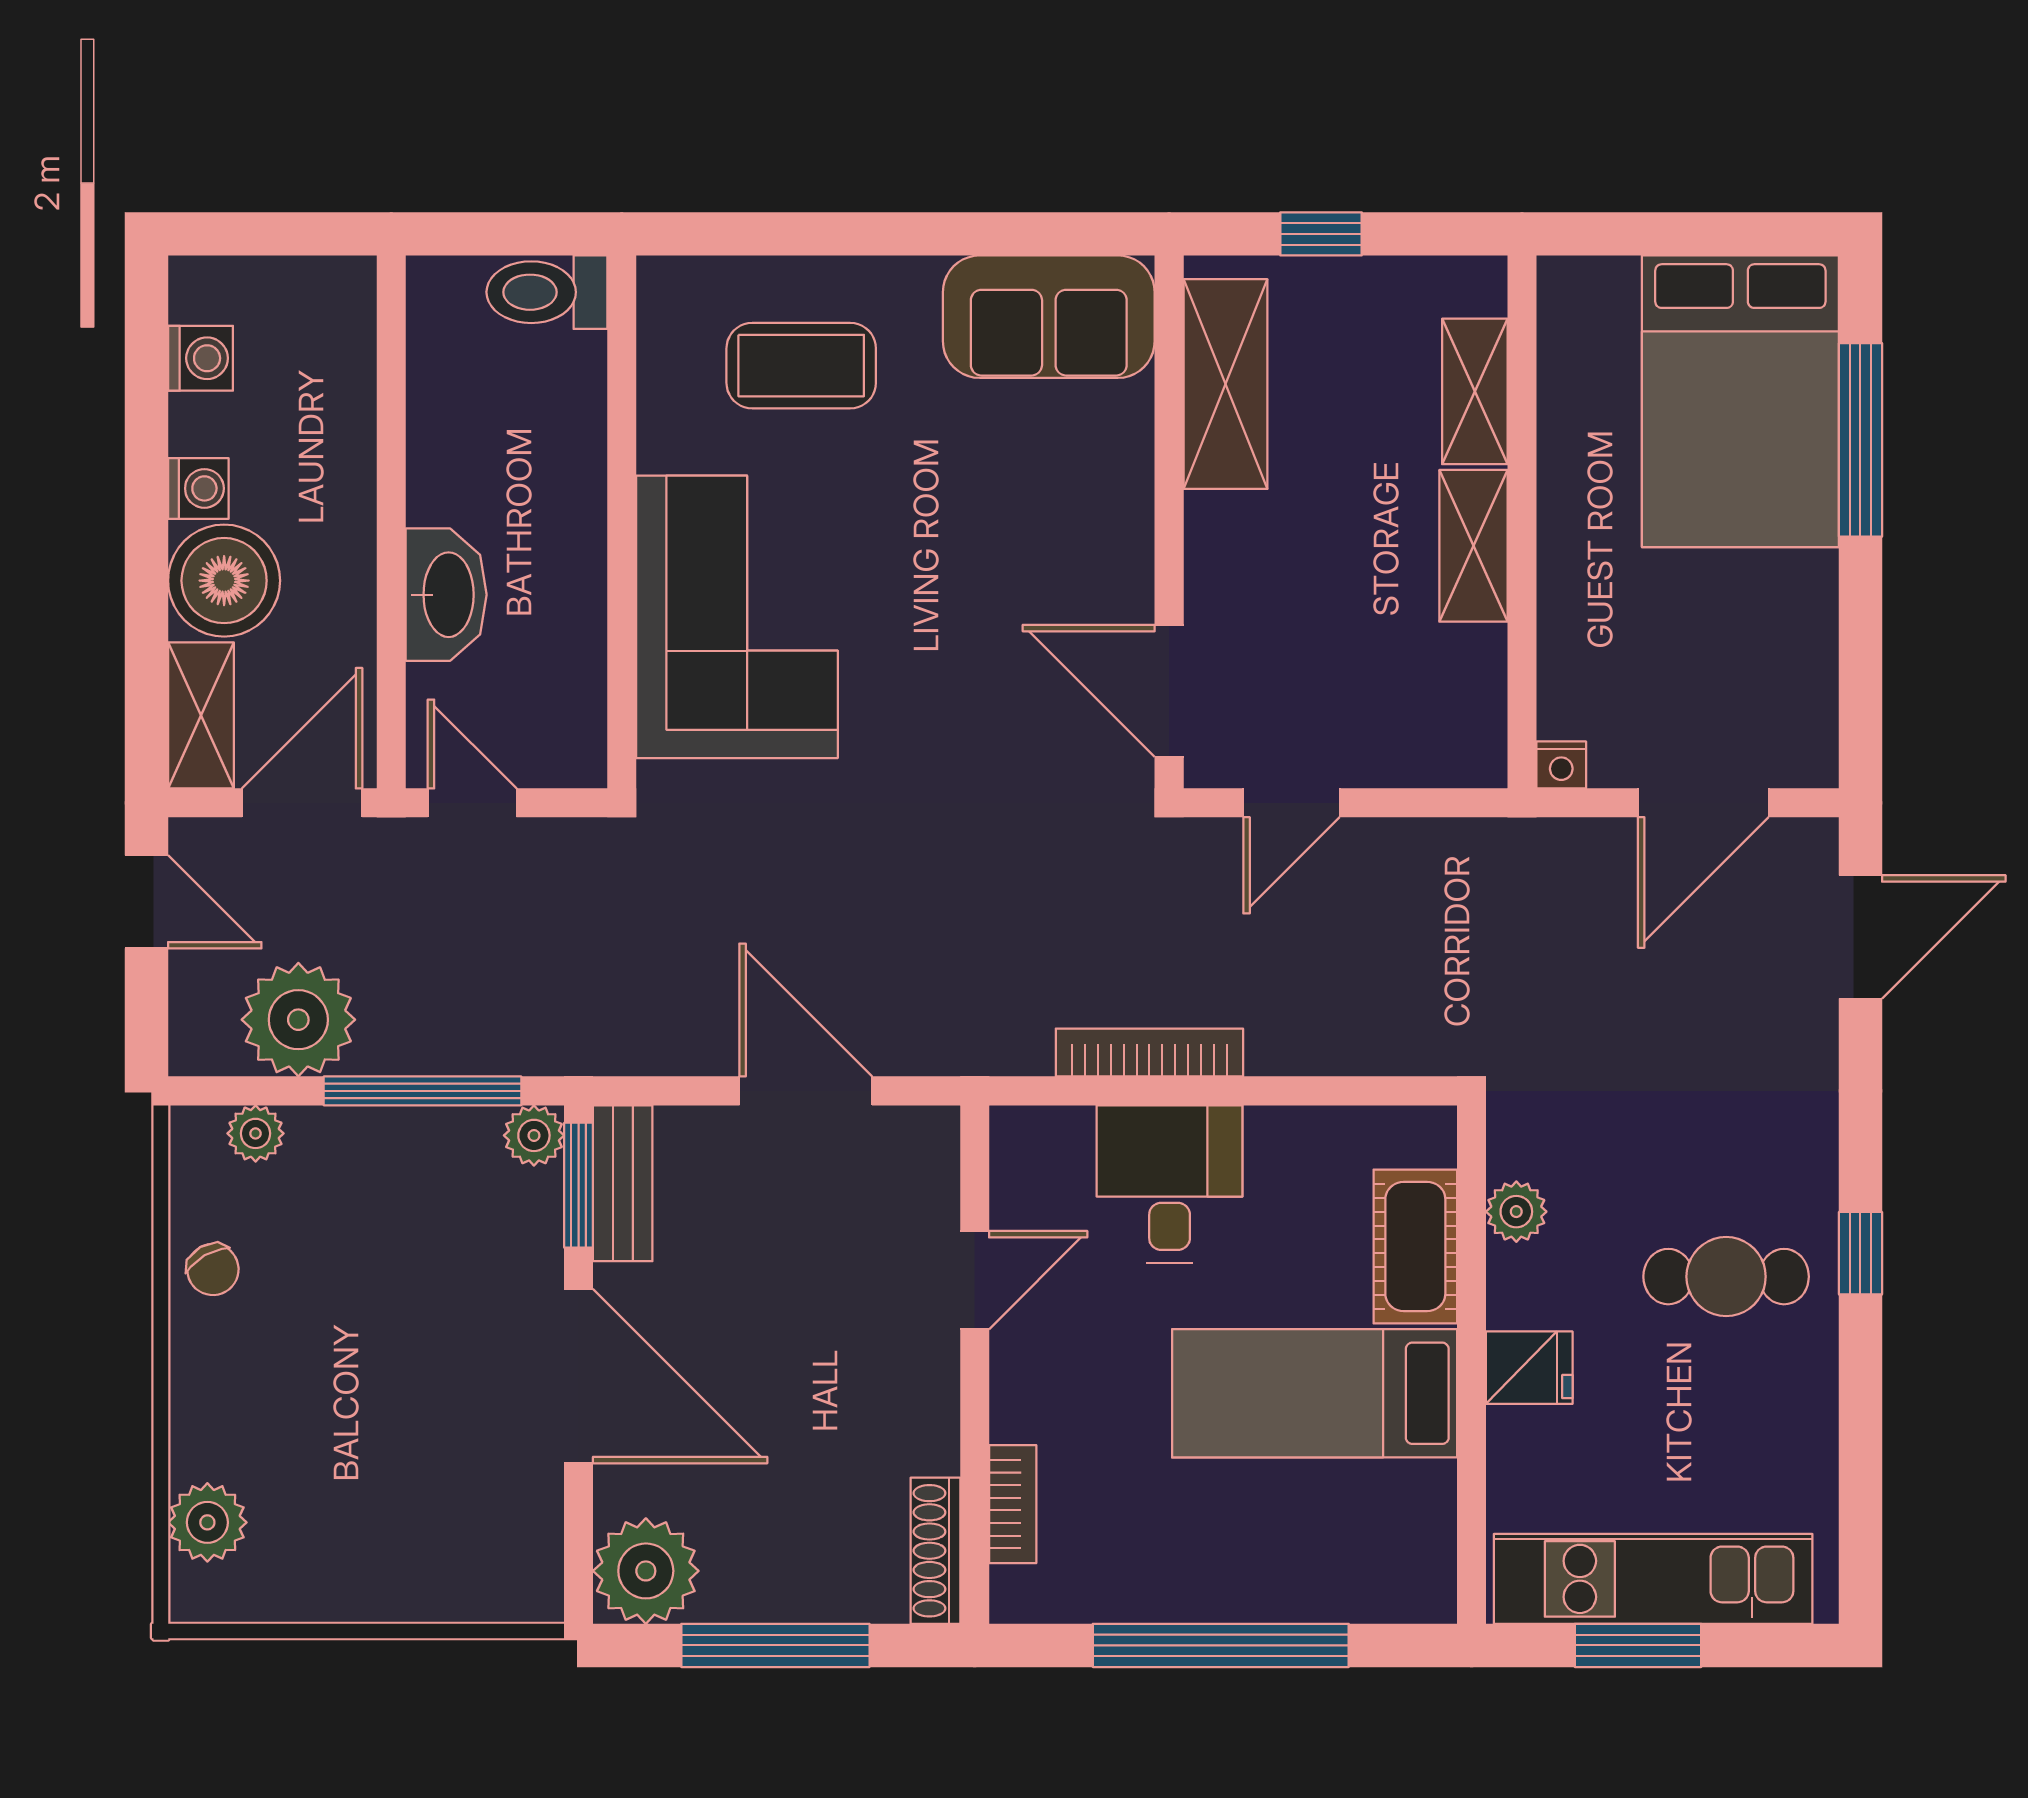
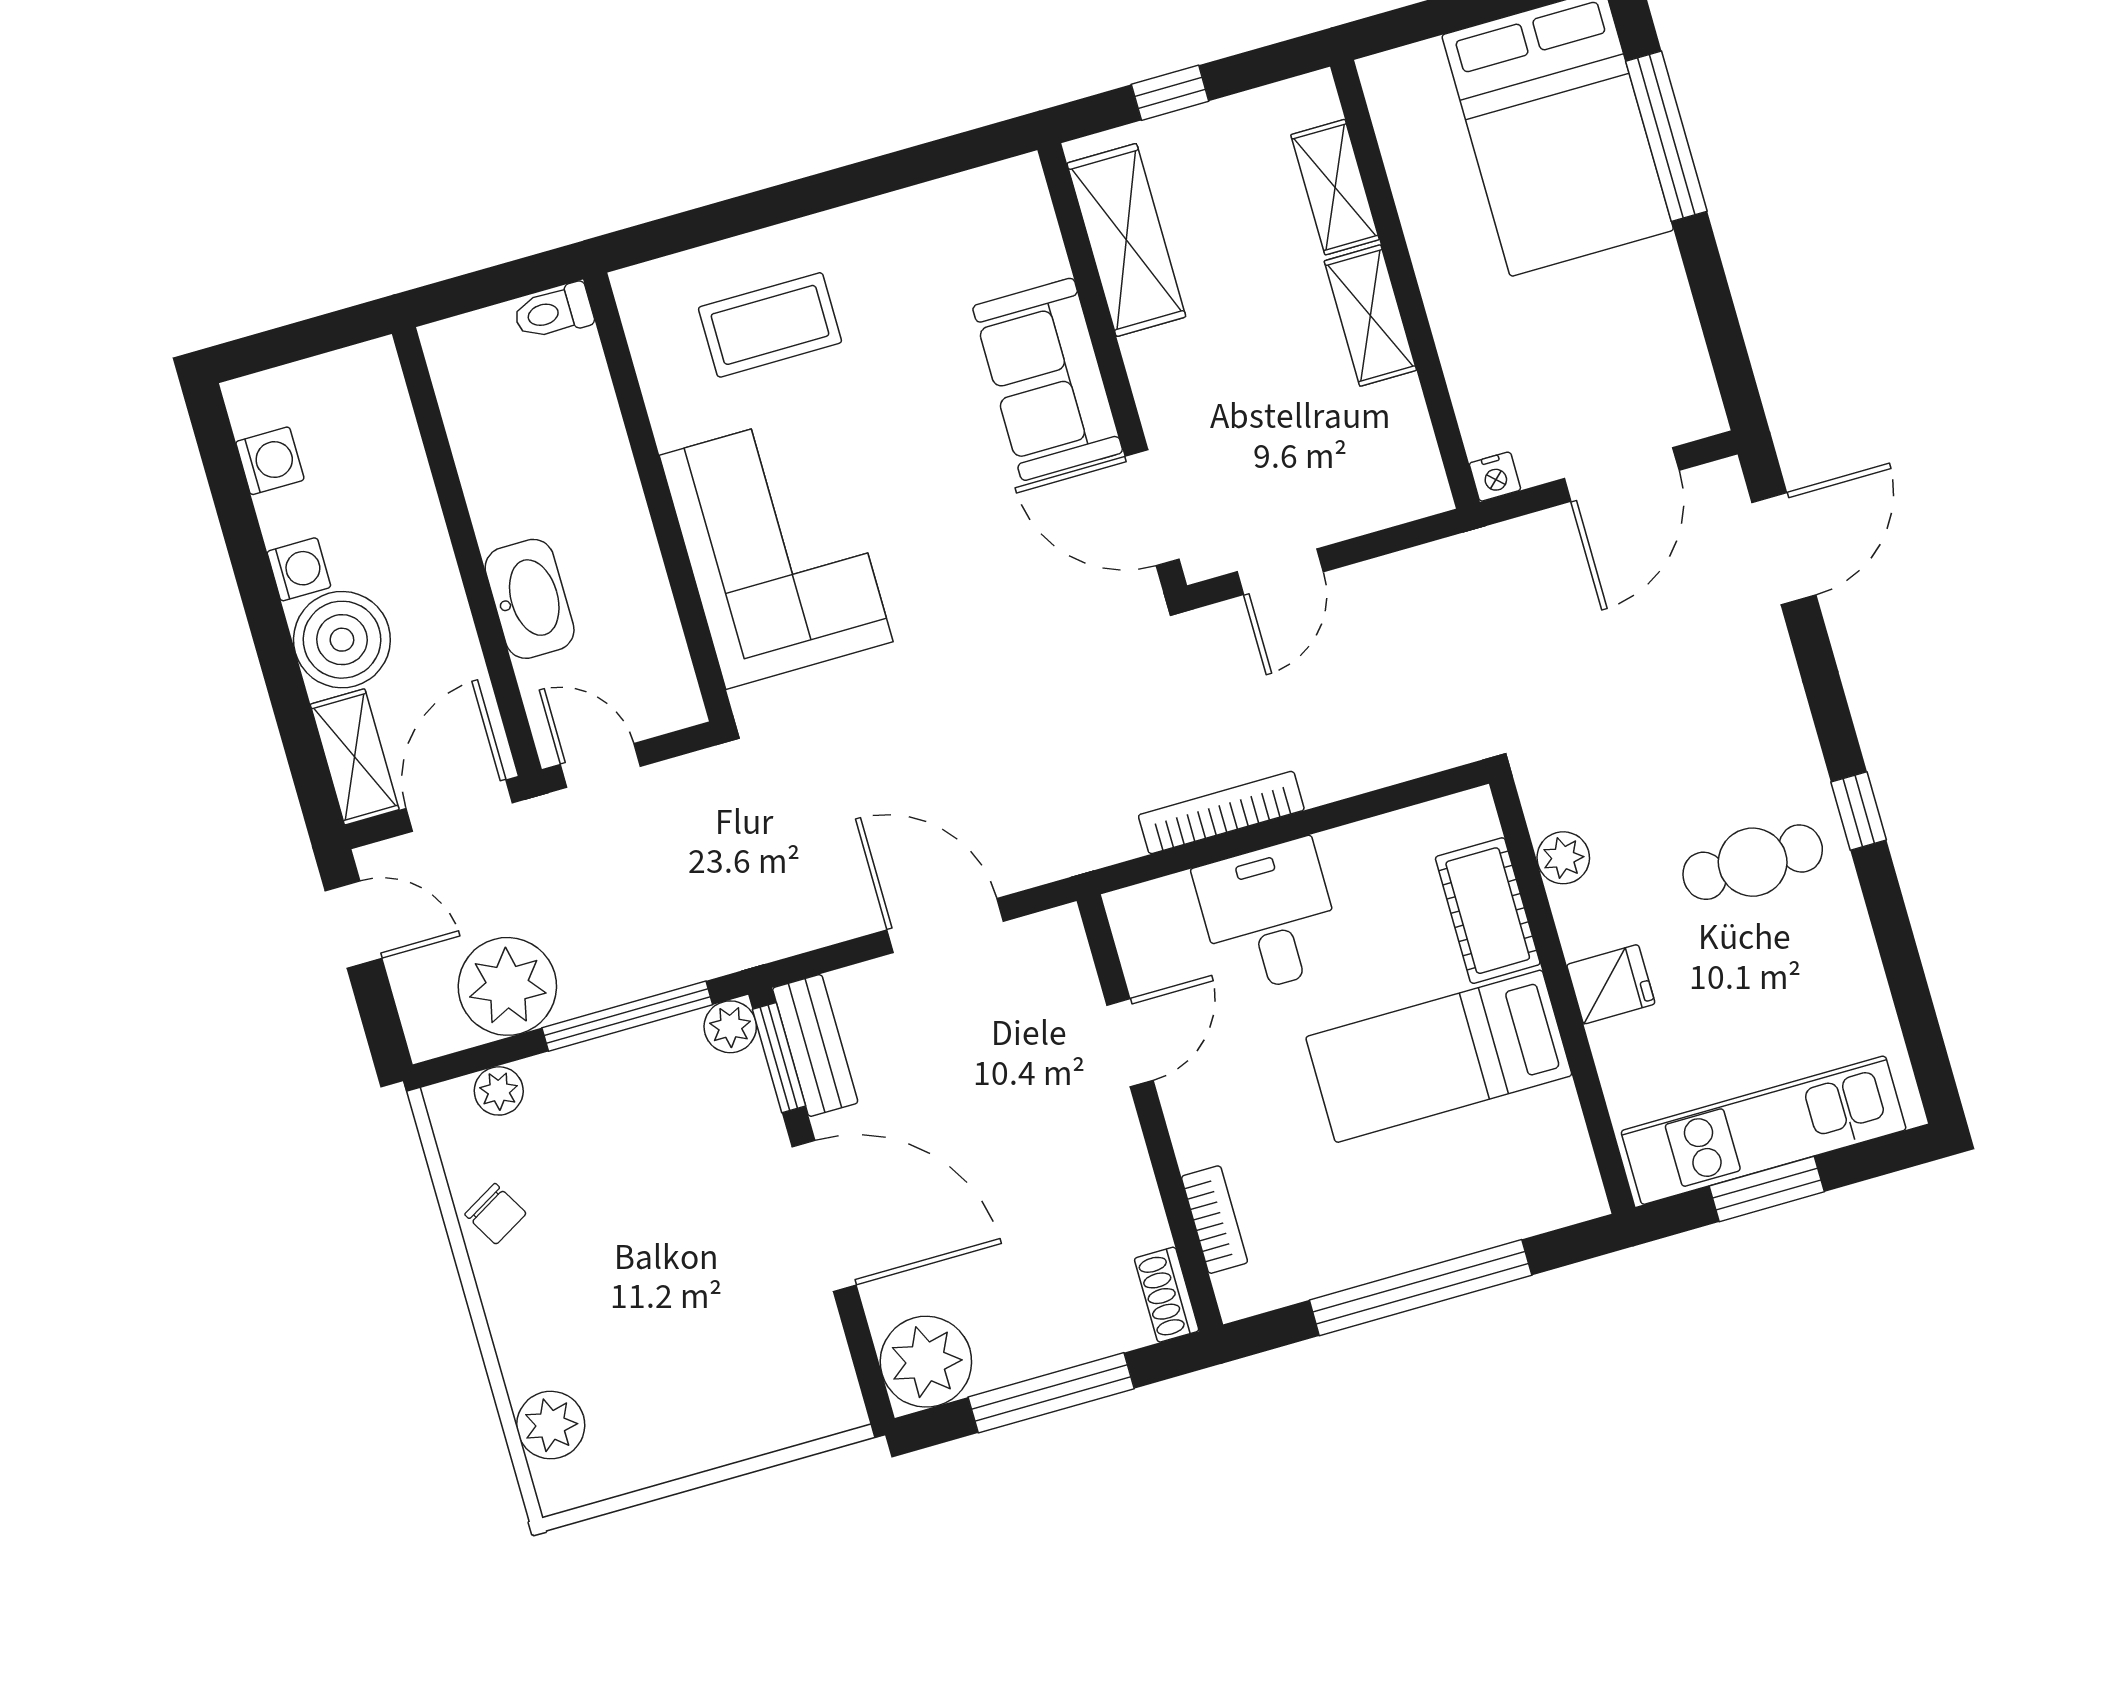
toilet: (547, 292) -> (553, 312), width x0.73, depth x0.72
sofa: (1049, 317) -> (1048, 379), moved, turned 90
shoe rack: (935, 1551) -> (1167, 1295), width x0.70

